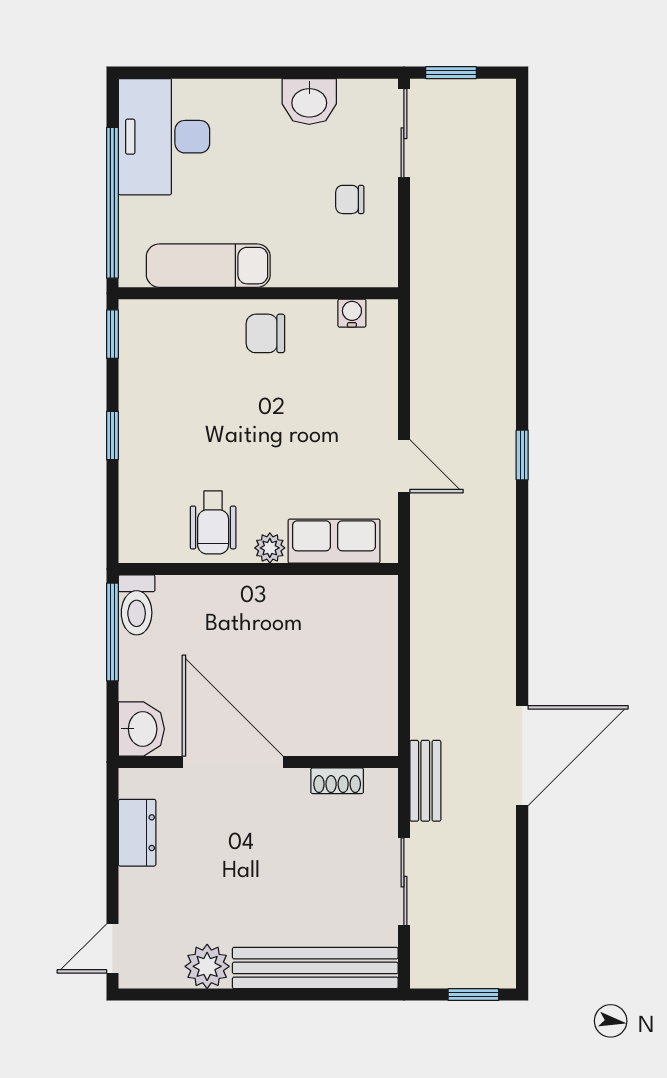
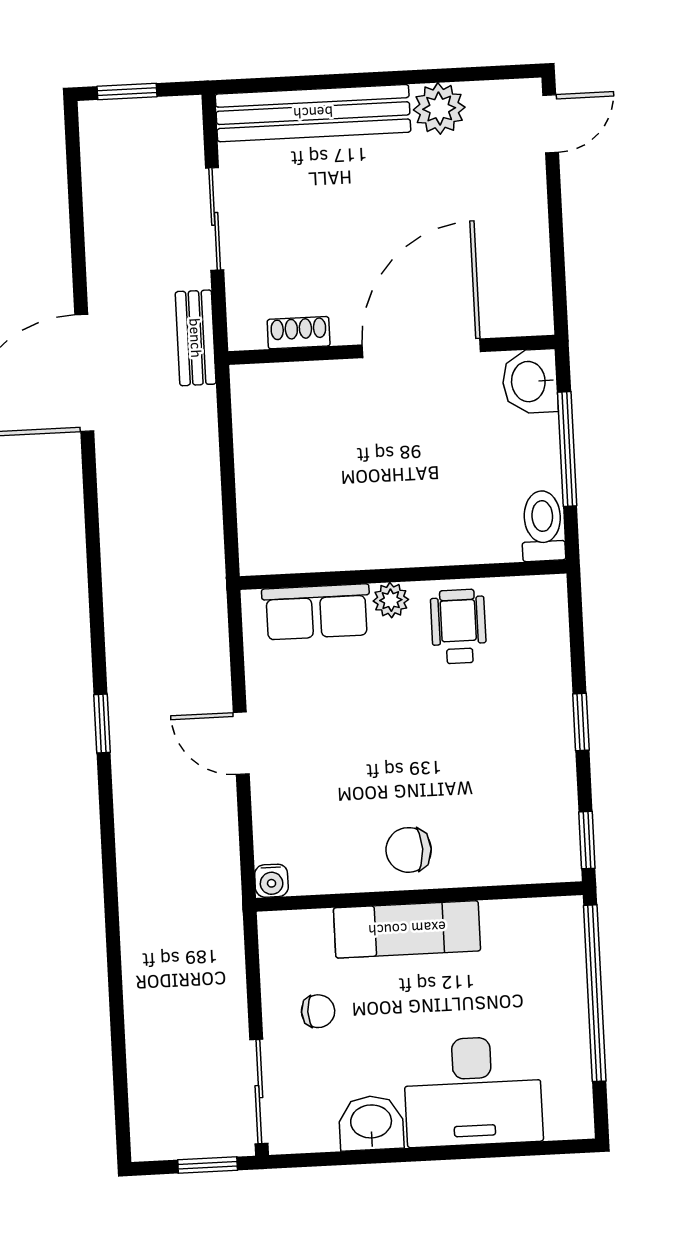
desk: (164, 137) -> (473, 1091), moved, turned 90
exam couch: (208, 266) -> (407, 929), moved
water cooler: (352, 313) -> (271, 881), moved
chair: (265, 333) -> (409, 850), turned 180
door: (404, 466) -> (241, 743), moved
window: (112, 632) -> (567, 449), moved
door: (233, 762) -> (421, 348), swing flipped
dresser: (137, 833) -> (529, 260), removed

